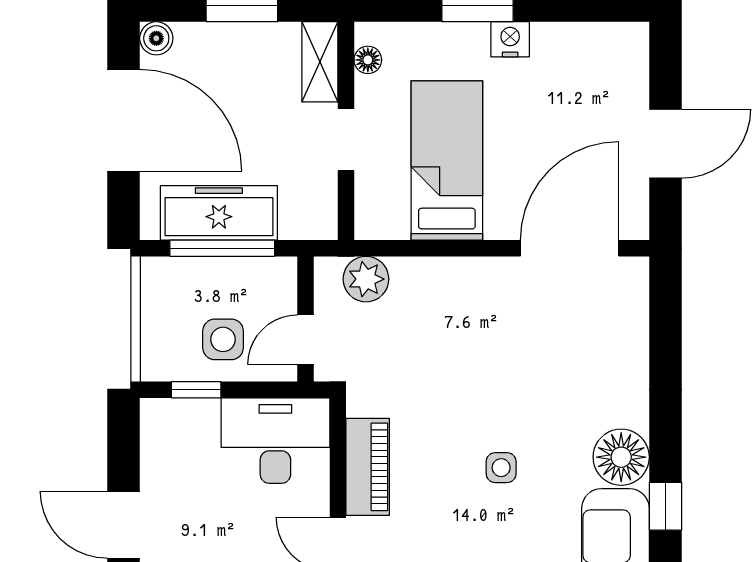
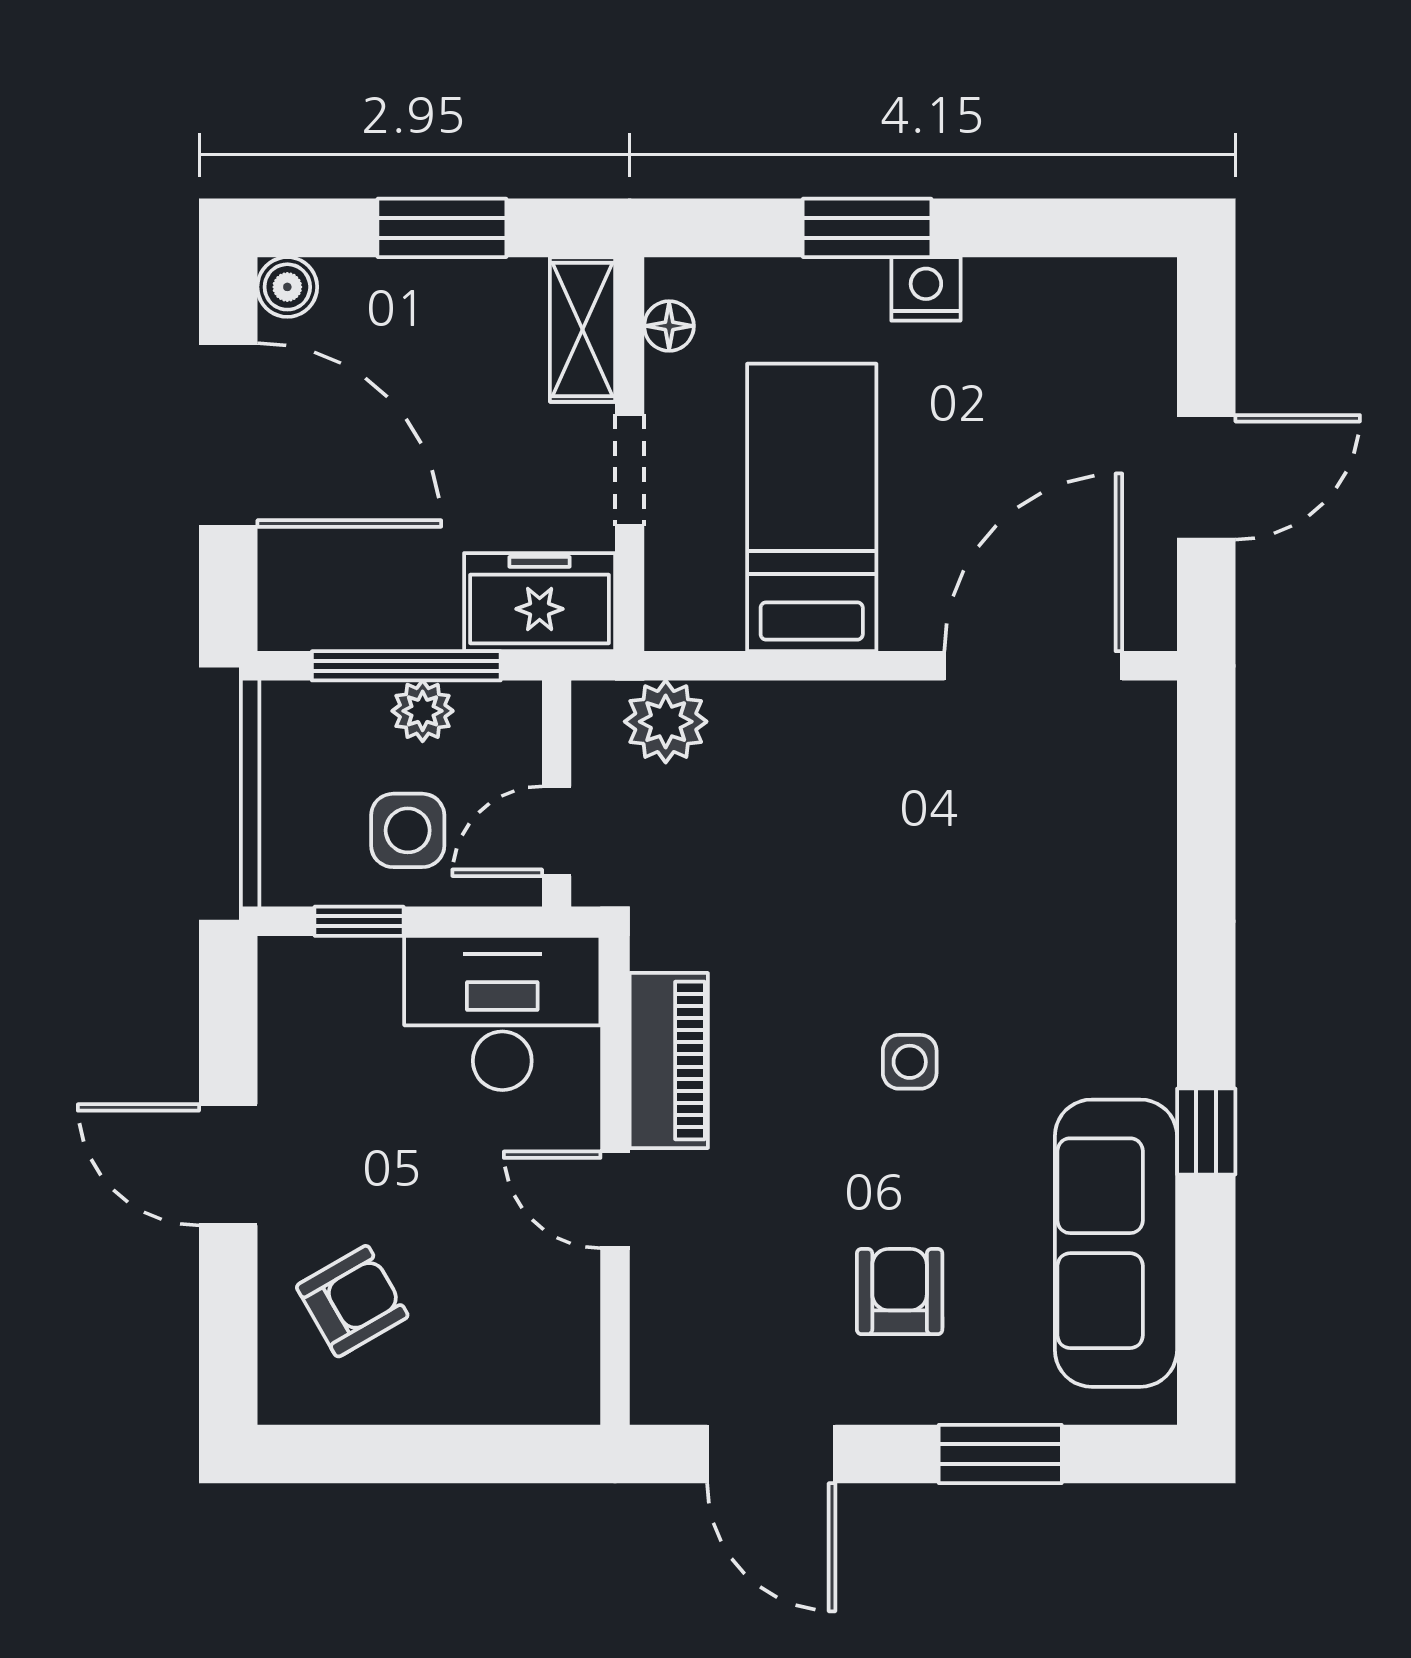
freezer: (219, 213) -> (540, 602), moved, width x0.71
plant: (231, 273) -> (423, 711), added
floor lamp: (621, 457) -> (1126, 1043), removed

